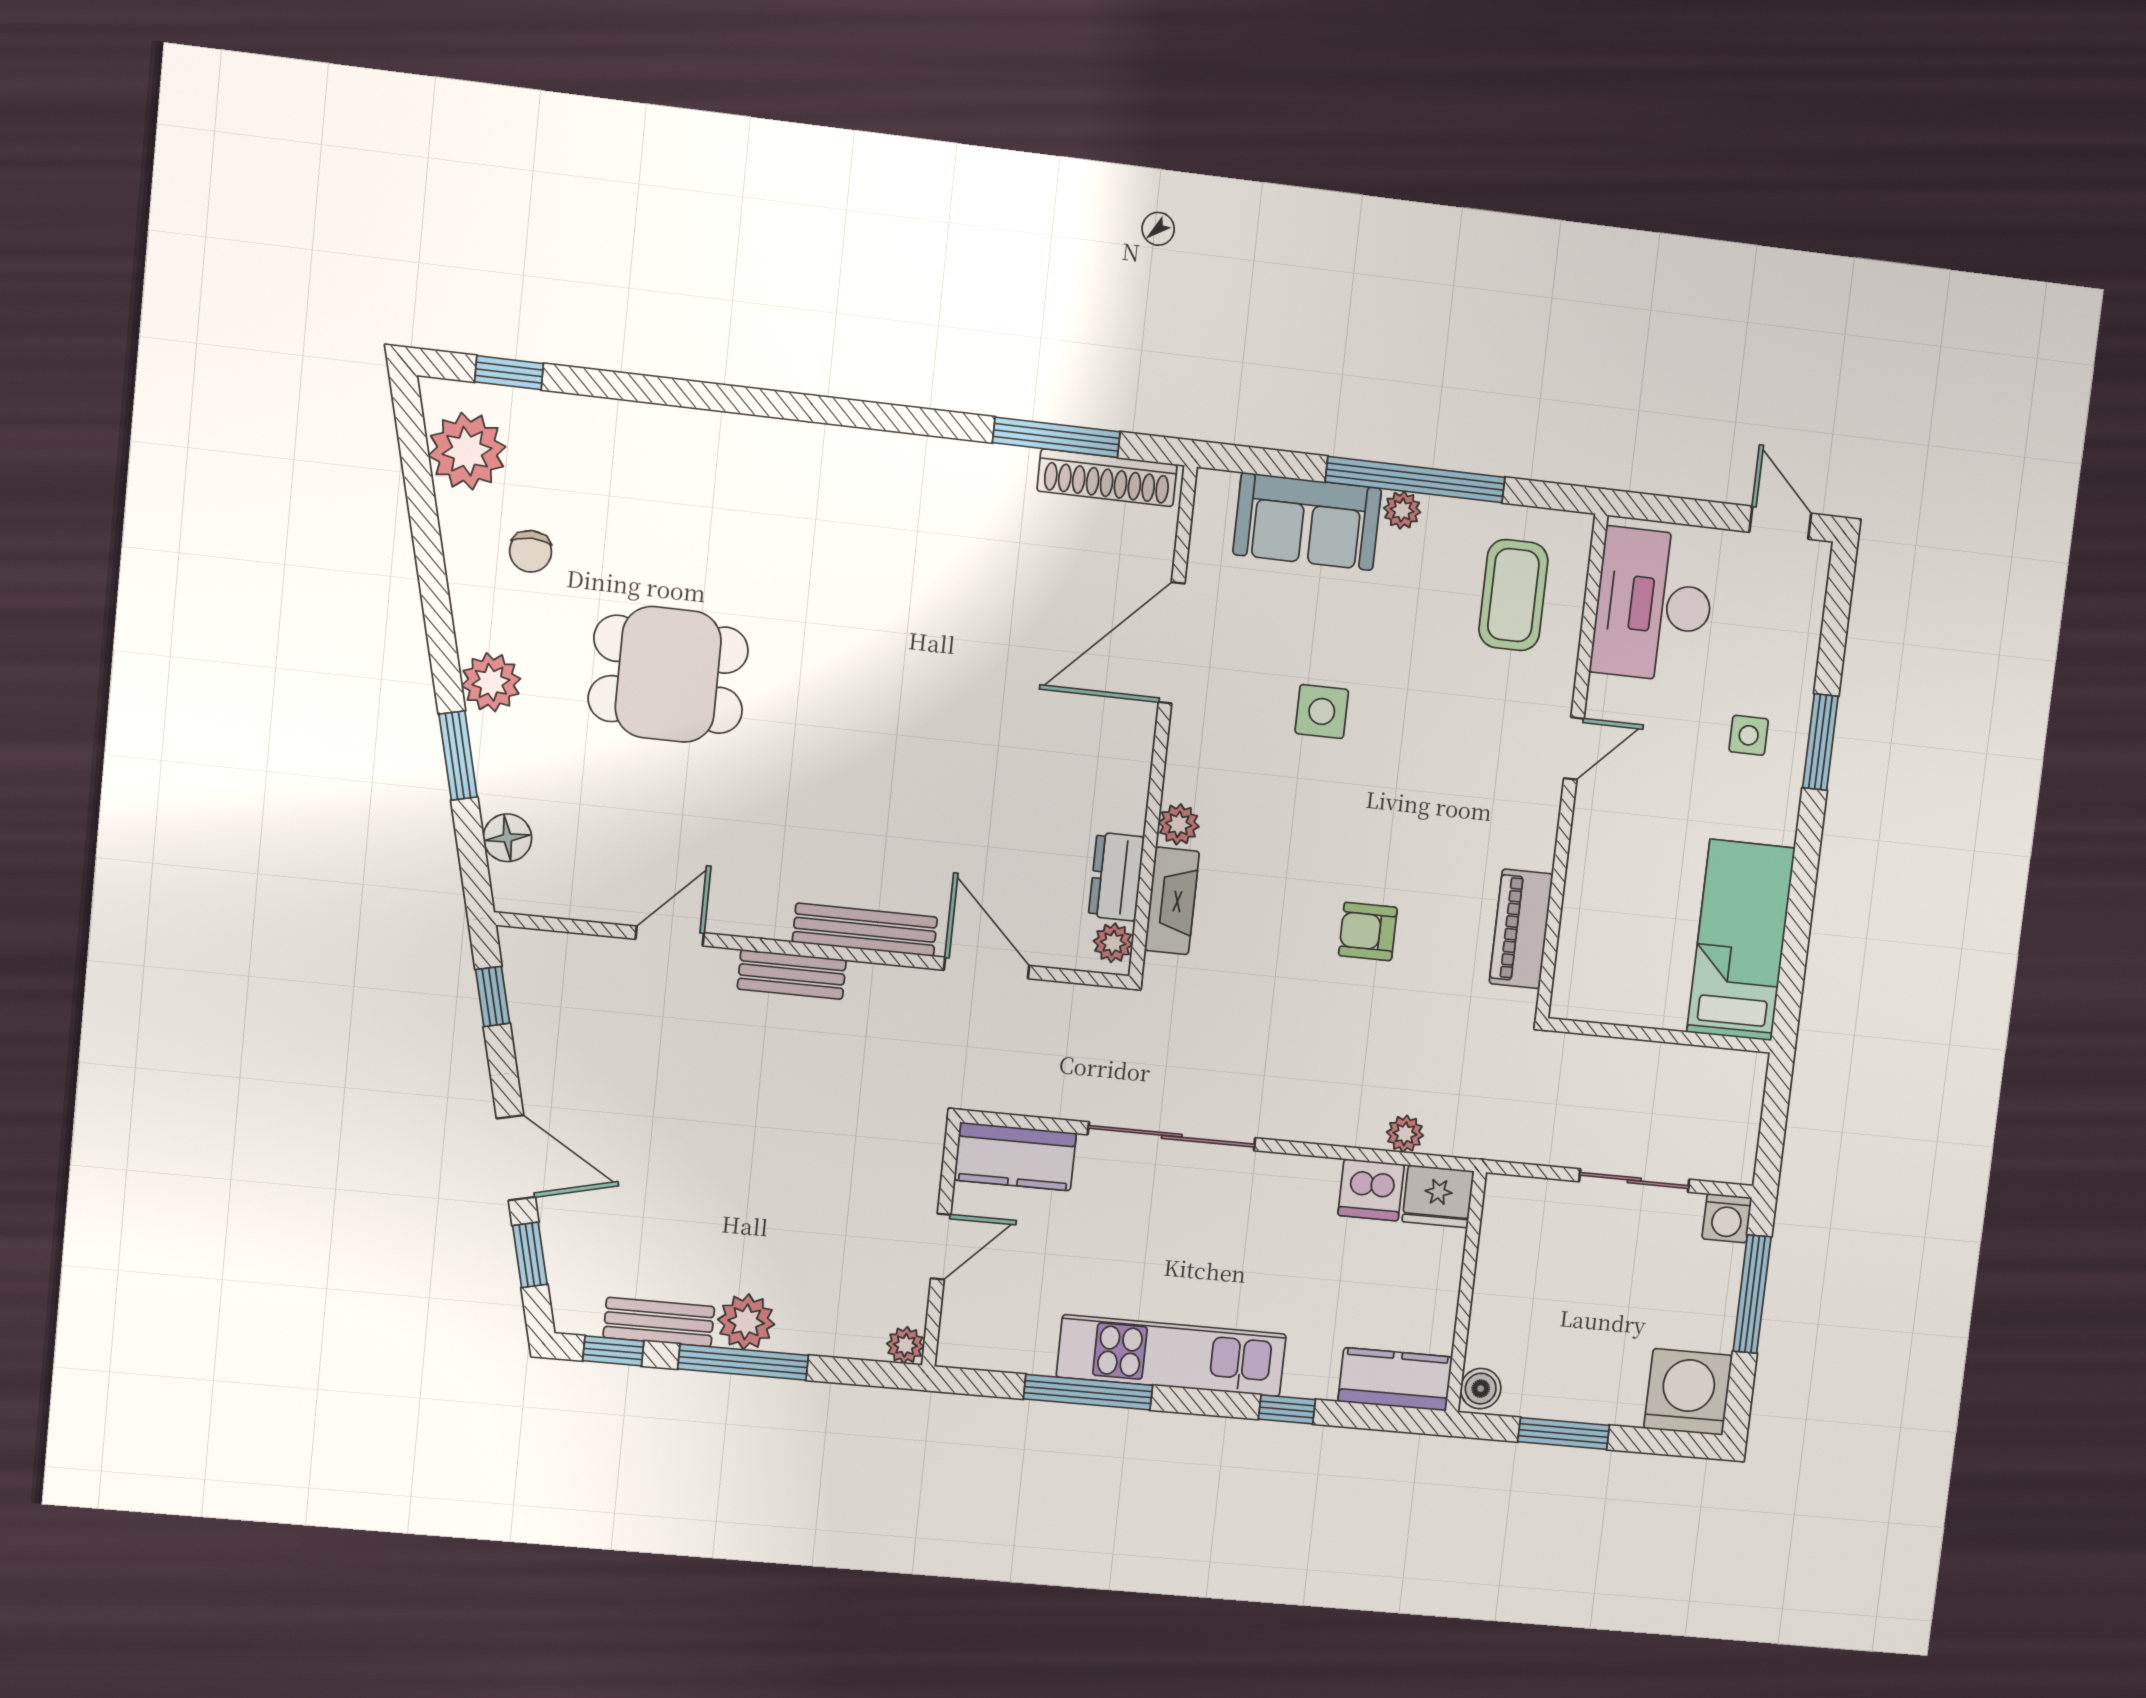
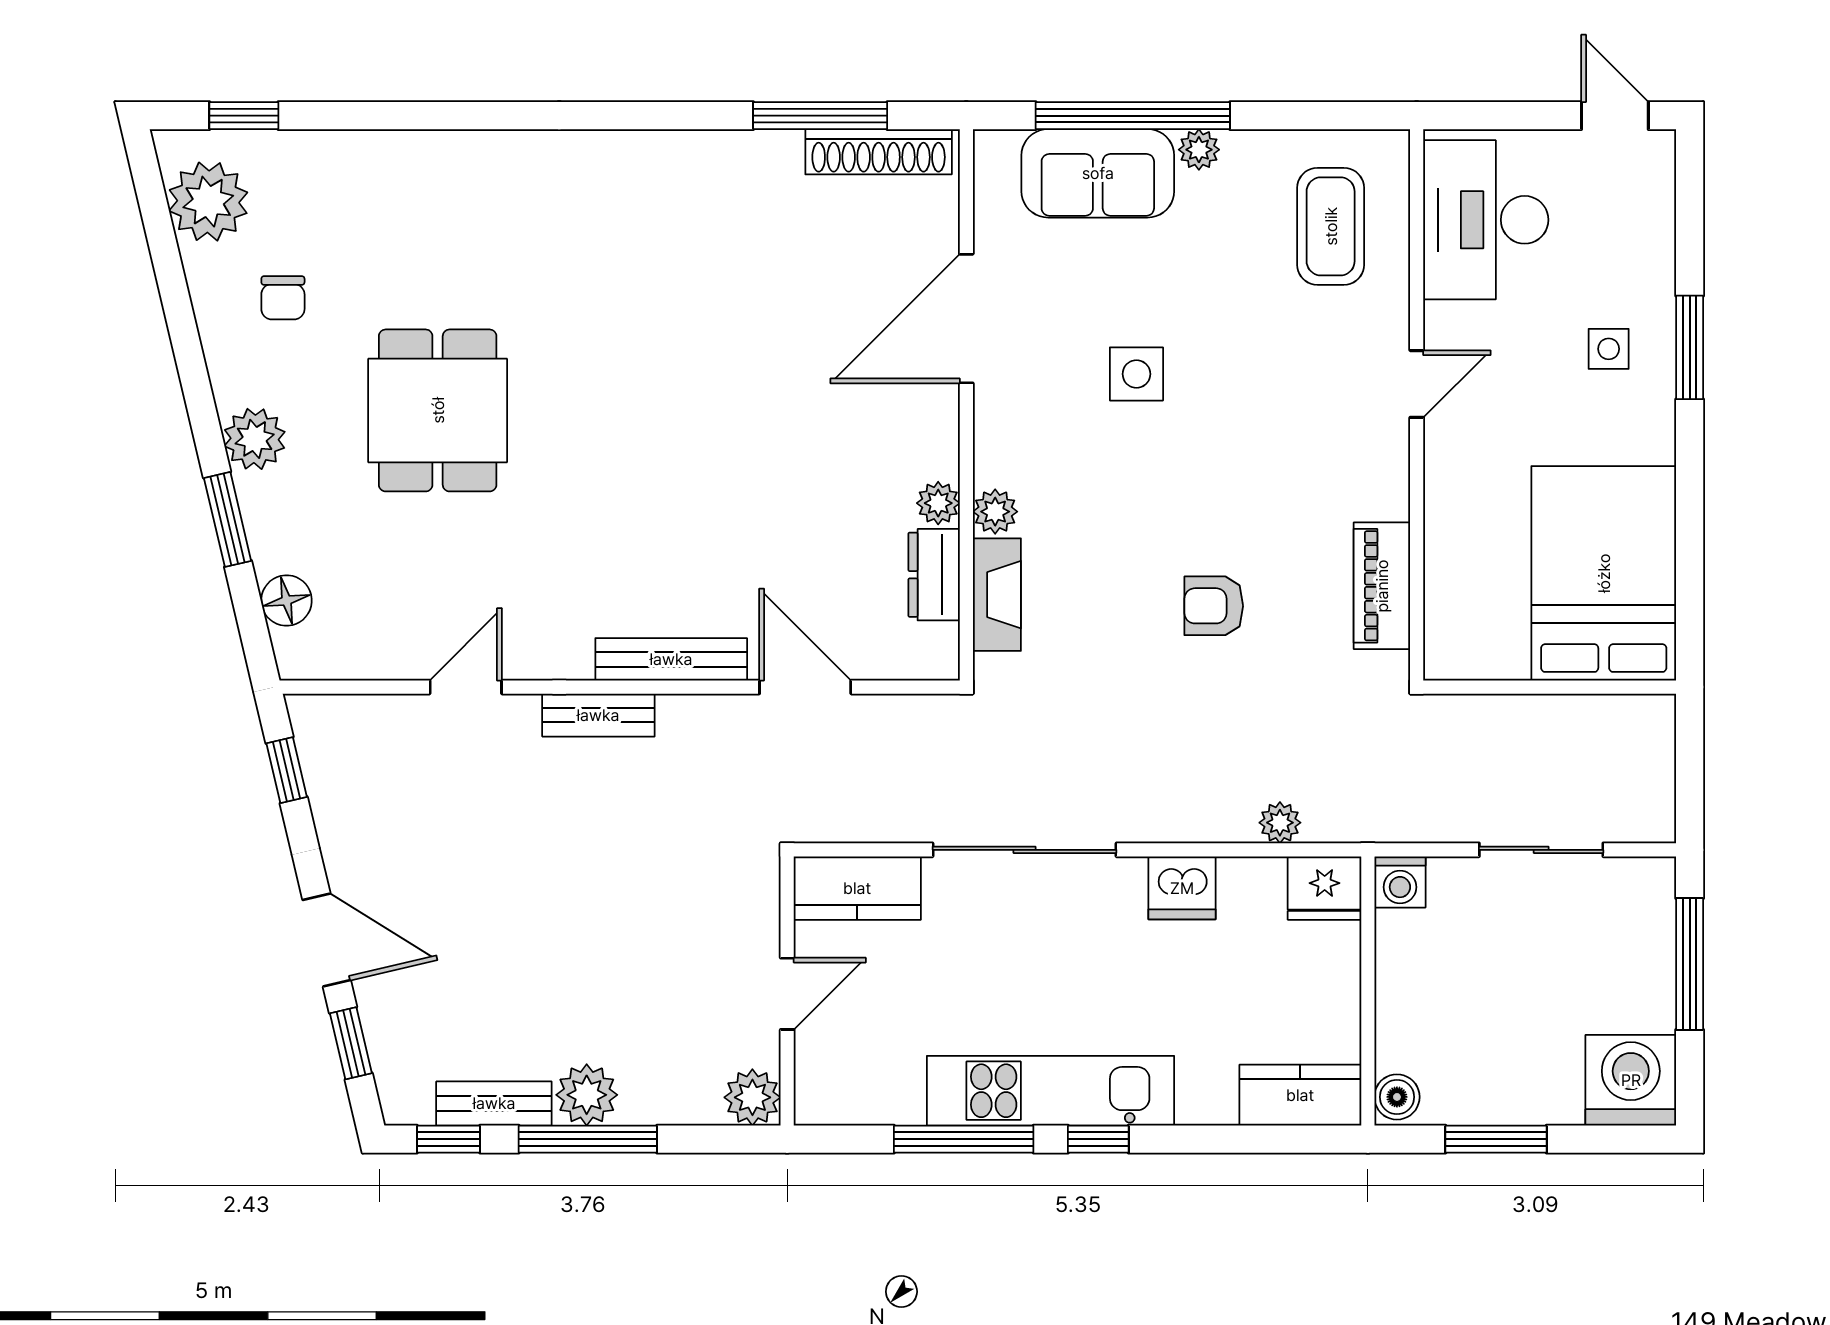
window: (1415, 480) -> (1133, 116), moved
dining table: (668, 674) -> (438, 410), turned 90
bed: (1741, 940) -> (1604, 573), width x1.50
plant: (1113, 943) -> (938, 503), moved
dishwasher: (1371, 1190) -> (1182, 888), moved
washing machine: (1727, 1218) -> (1400, 882), moved
plant: (905, 1345) -> (752, 1097), width x1.38, depth x1.38
window: (1287, 1409) -> (1098, 1139), moved

